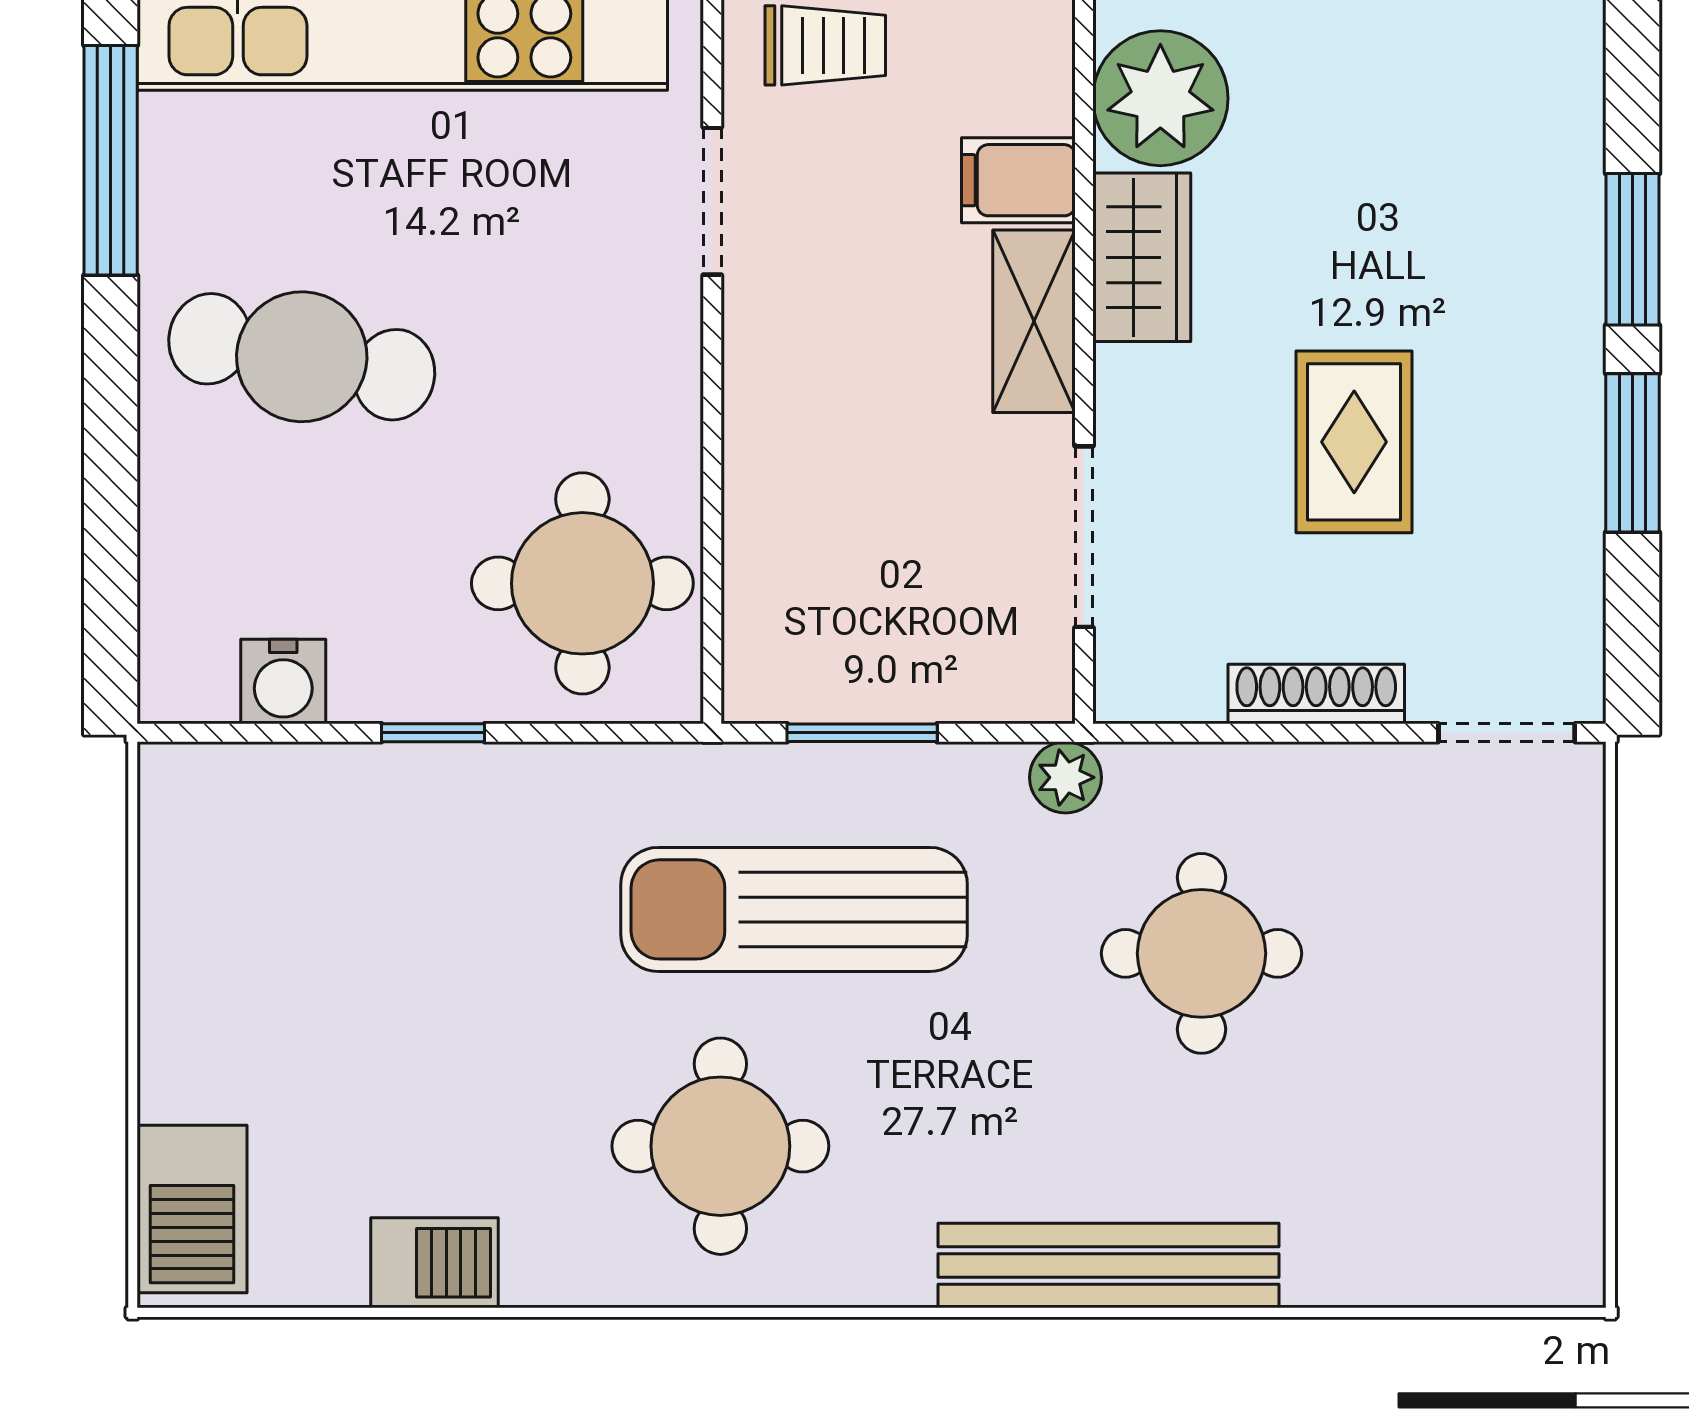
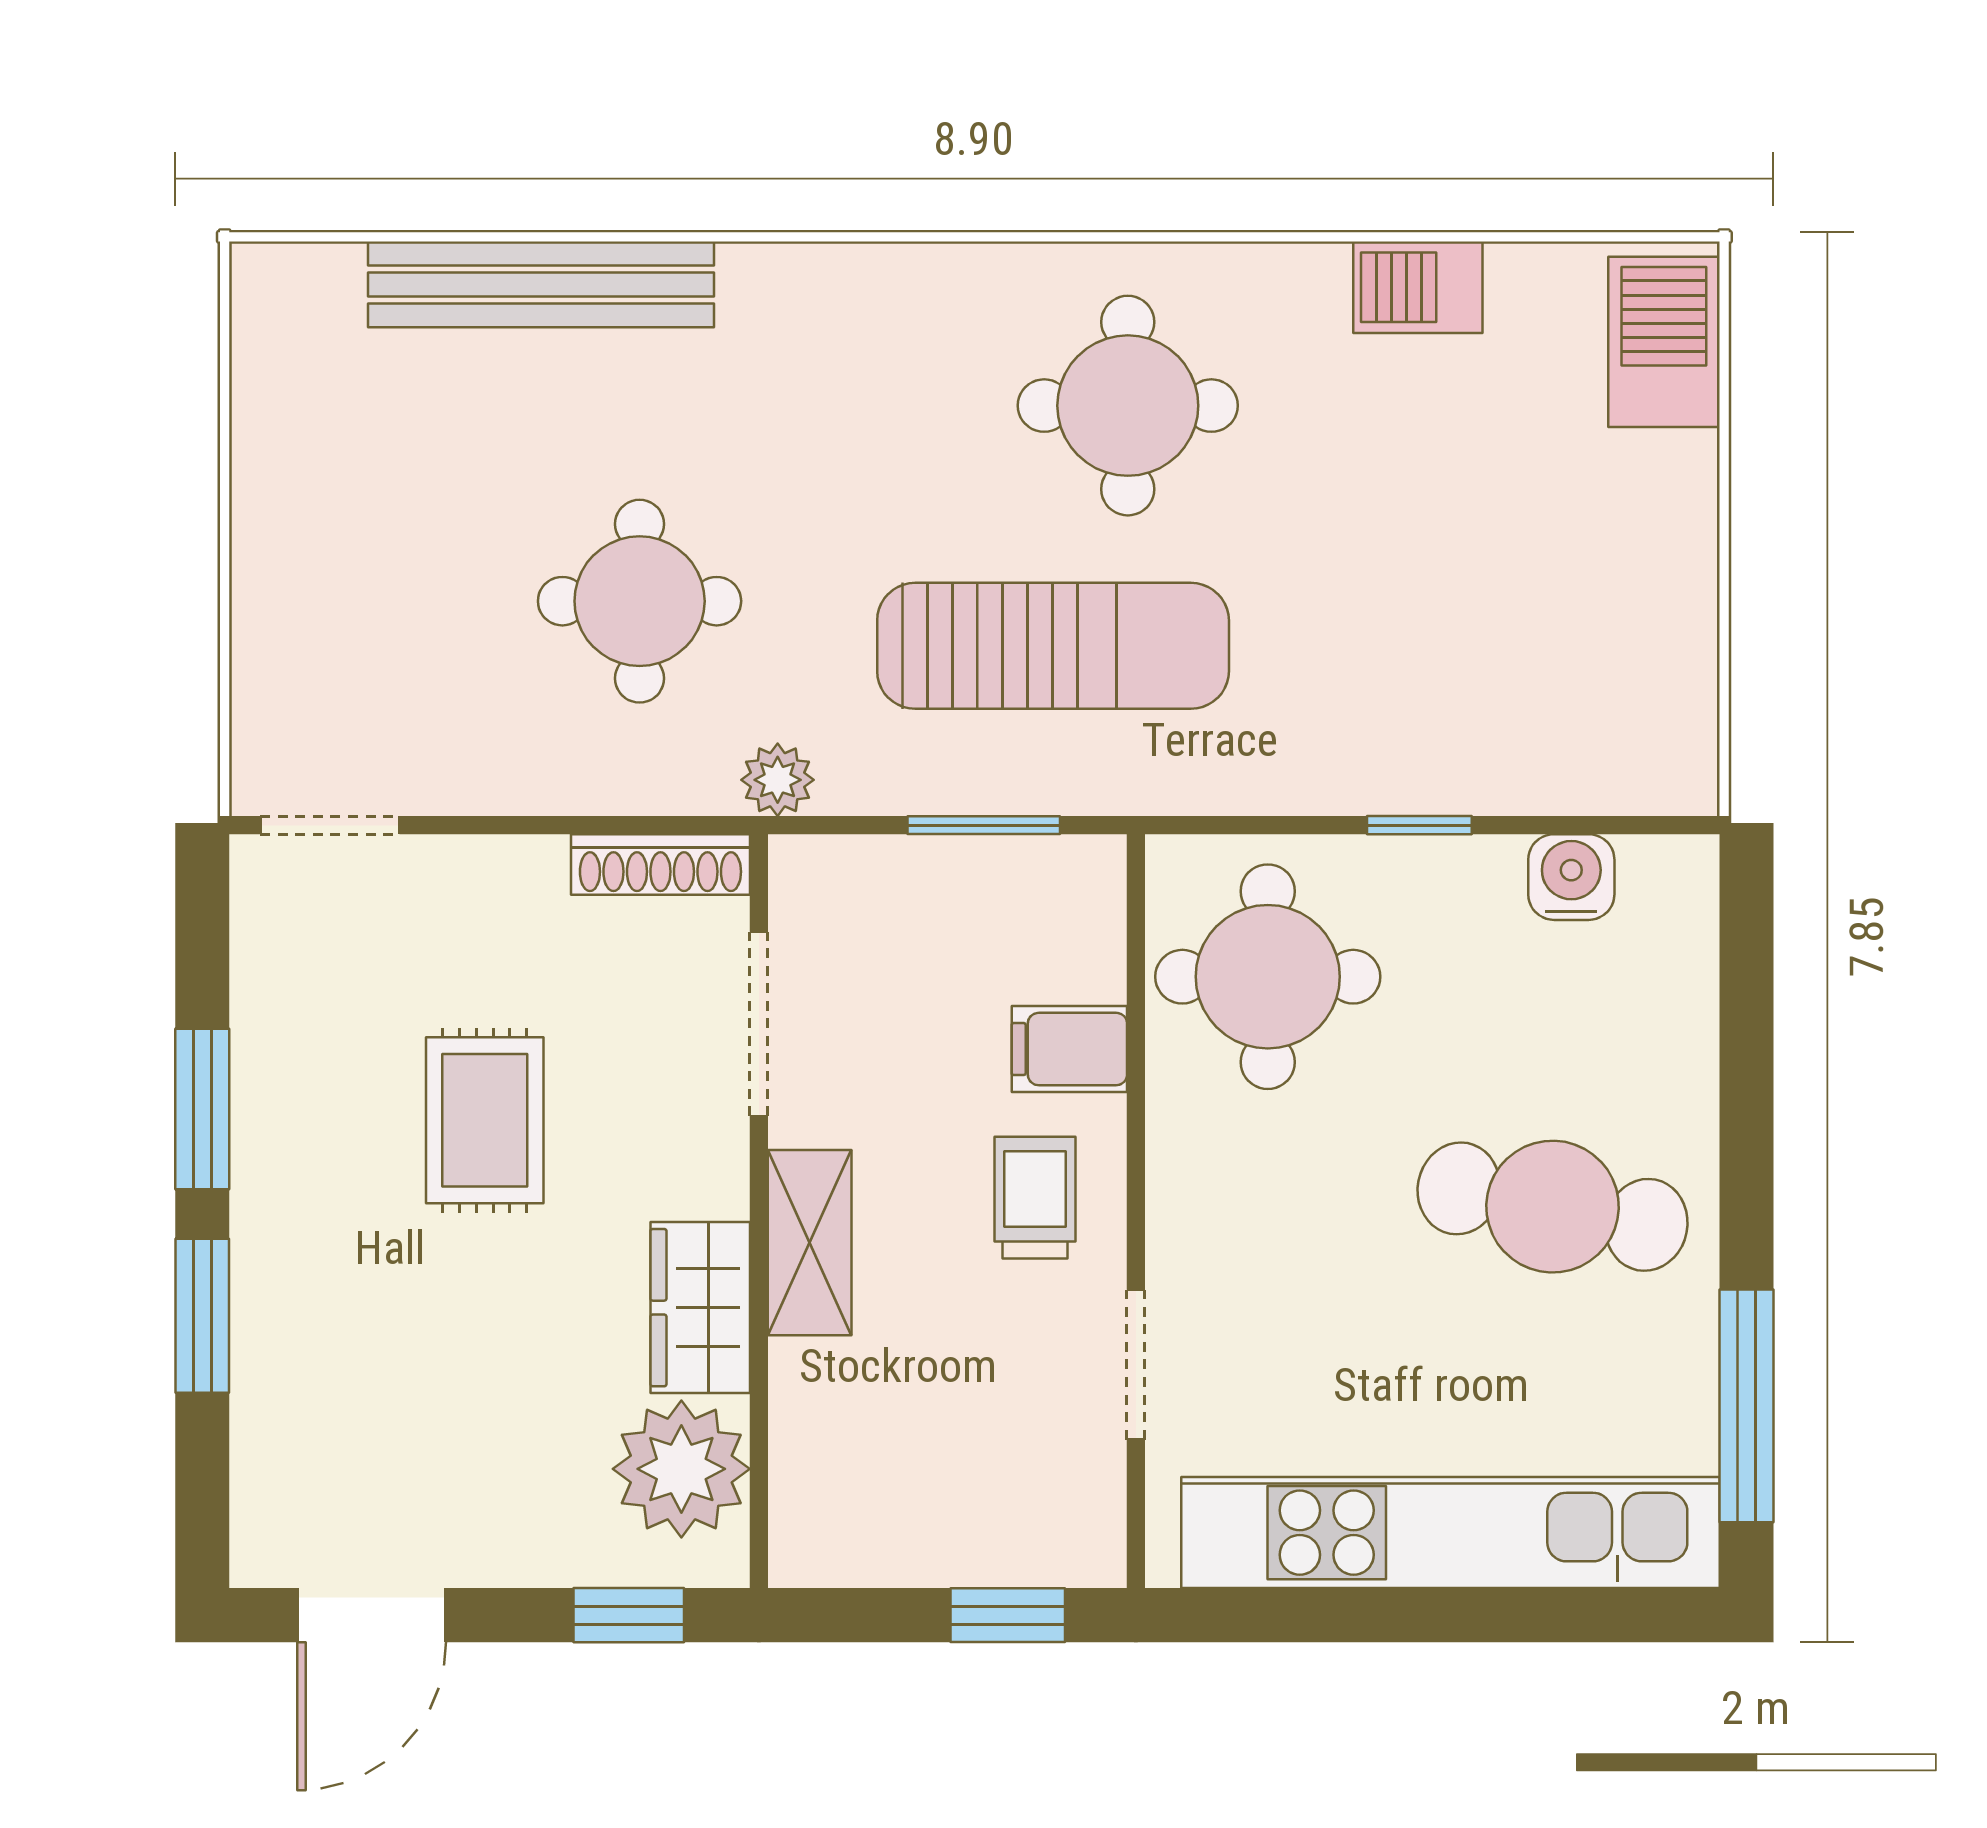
trolley: (825, 45) -> (1035, 1198), moved, turned 90
filing cabinet: (1018, 180) -> (1069, 1049), moved, turned 180
shoe rack: (1316, 694) -> (660, 864), moved
bench: (1108, 1266) -> (541, 284), moved

